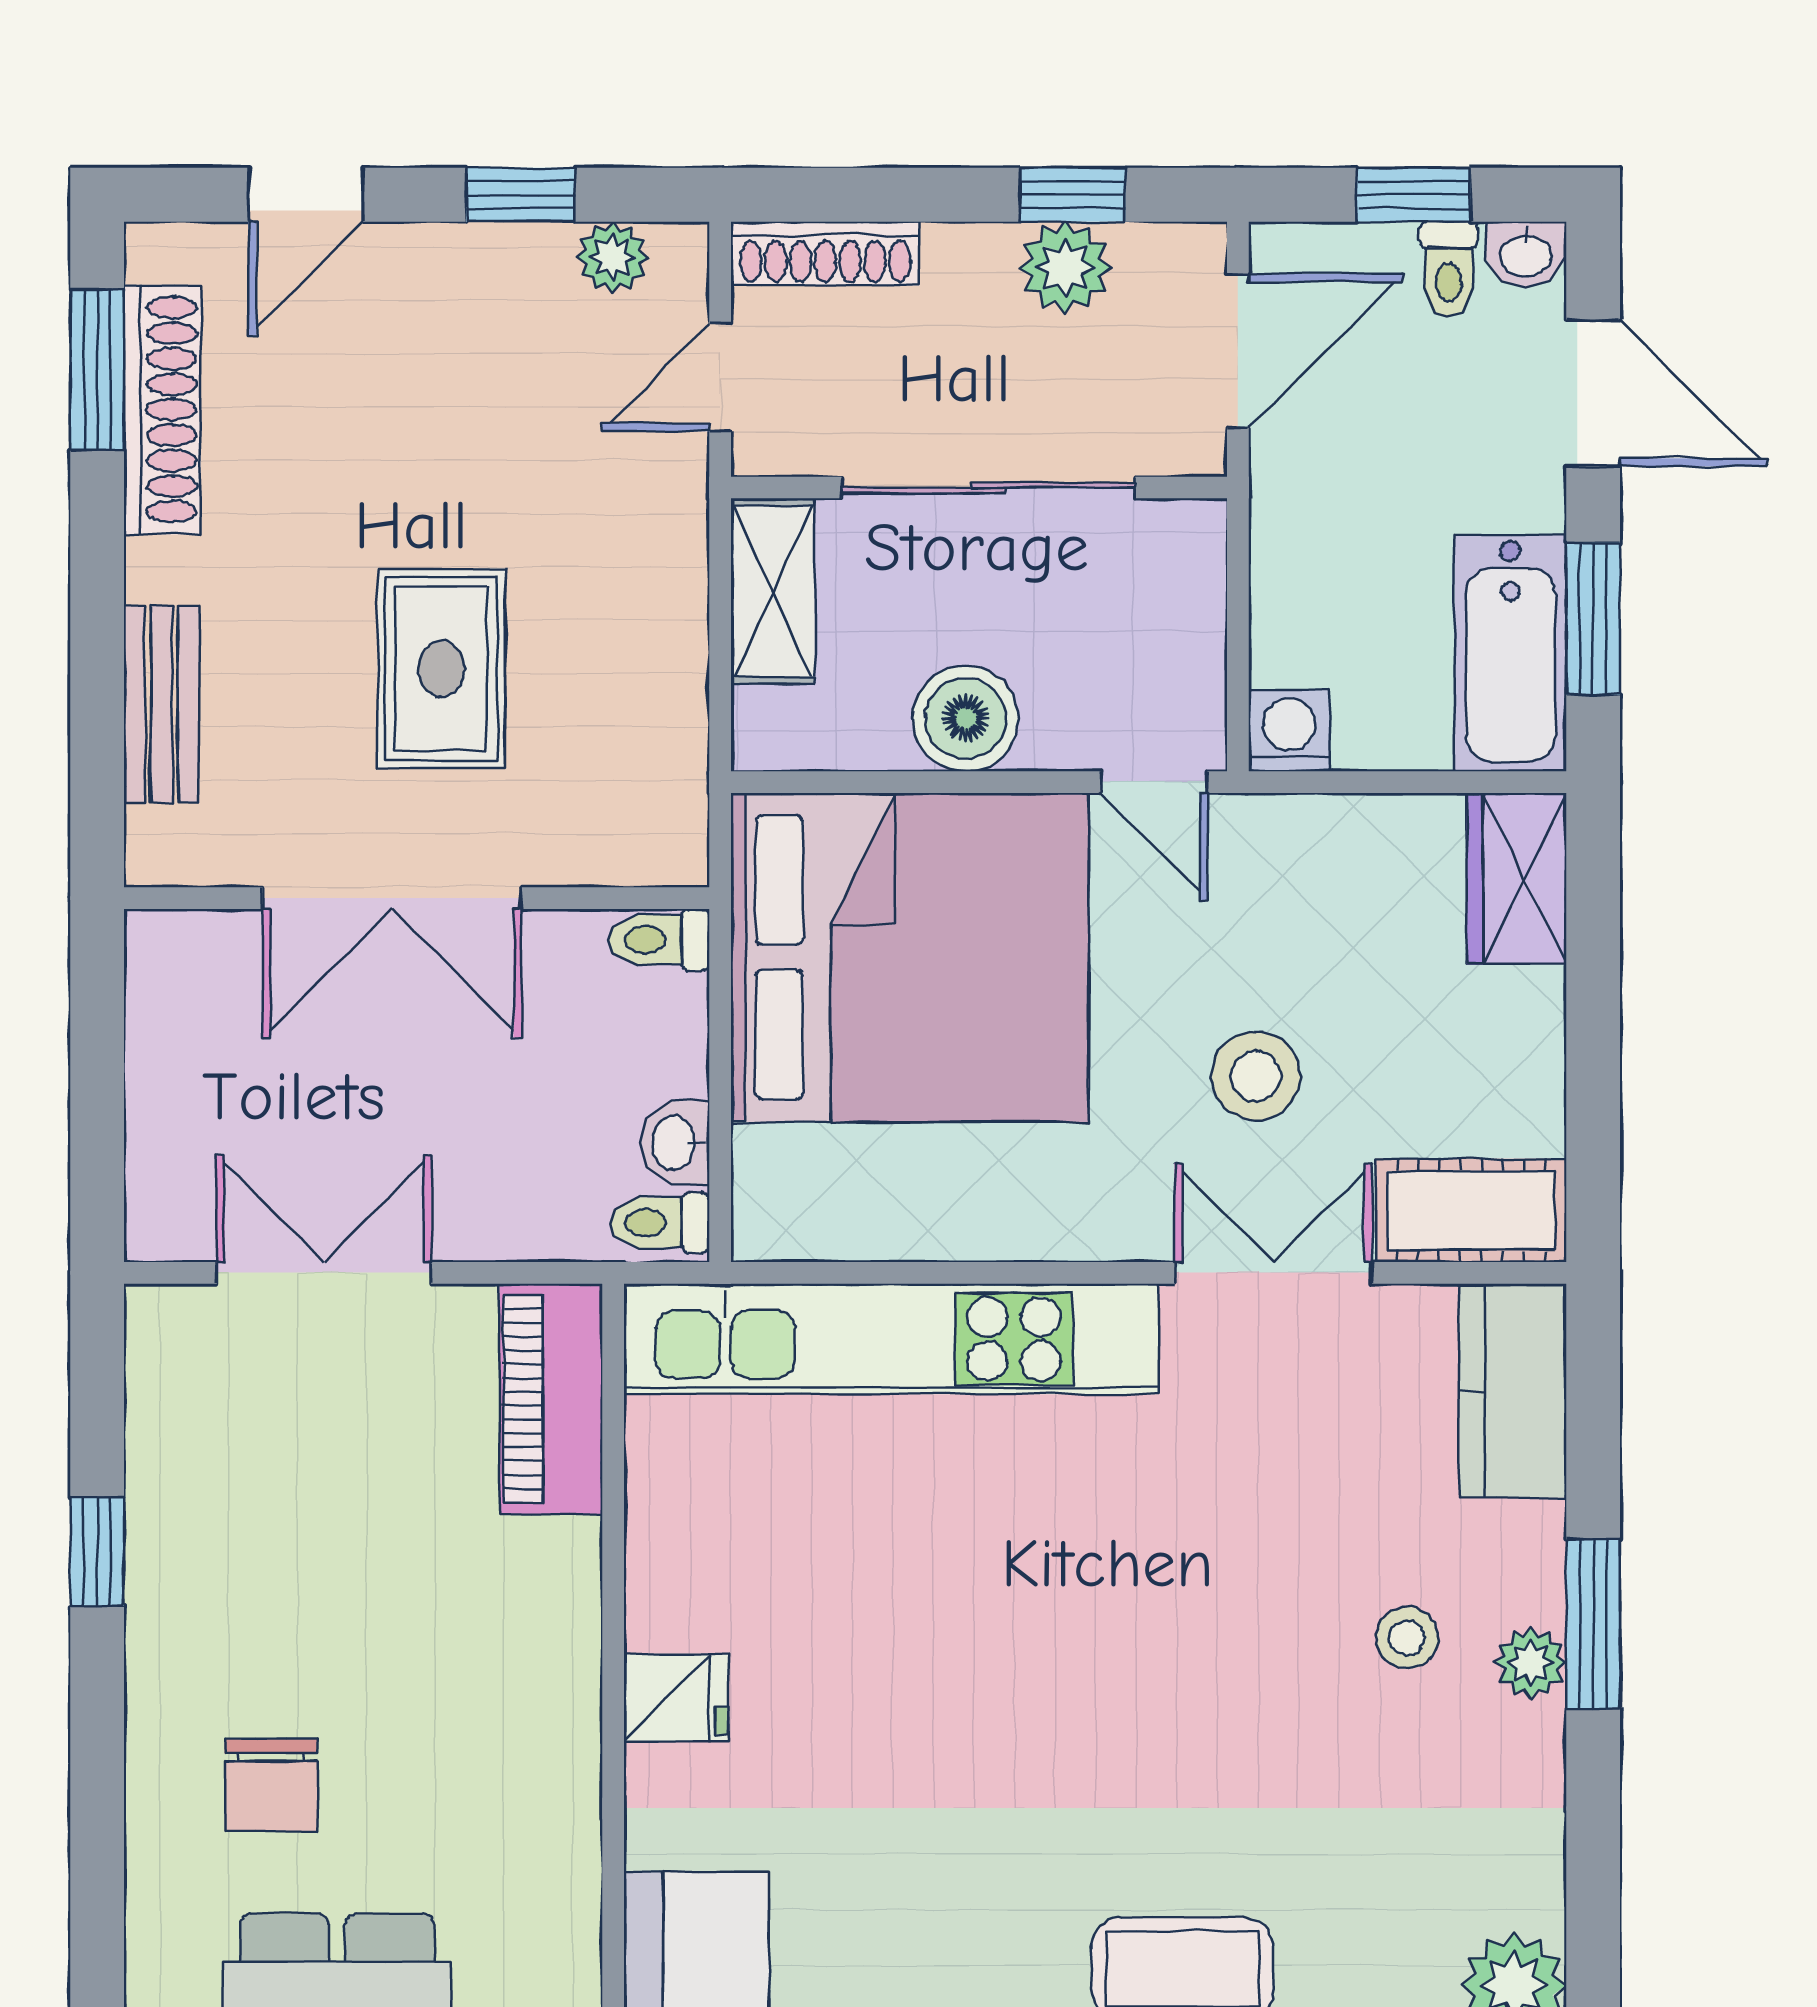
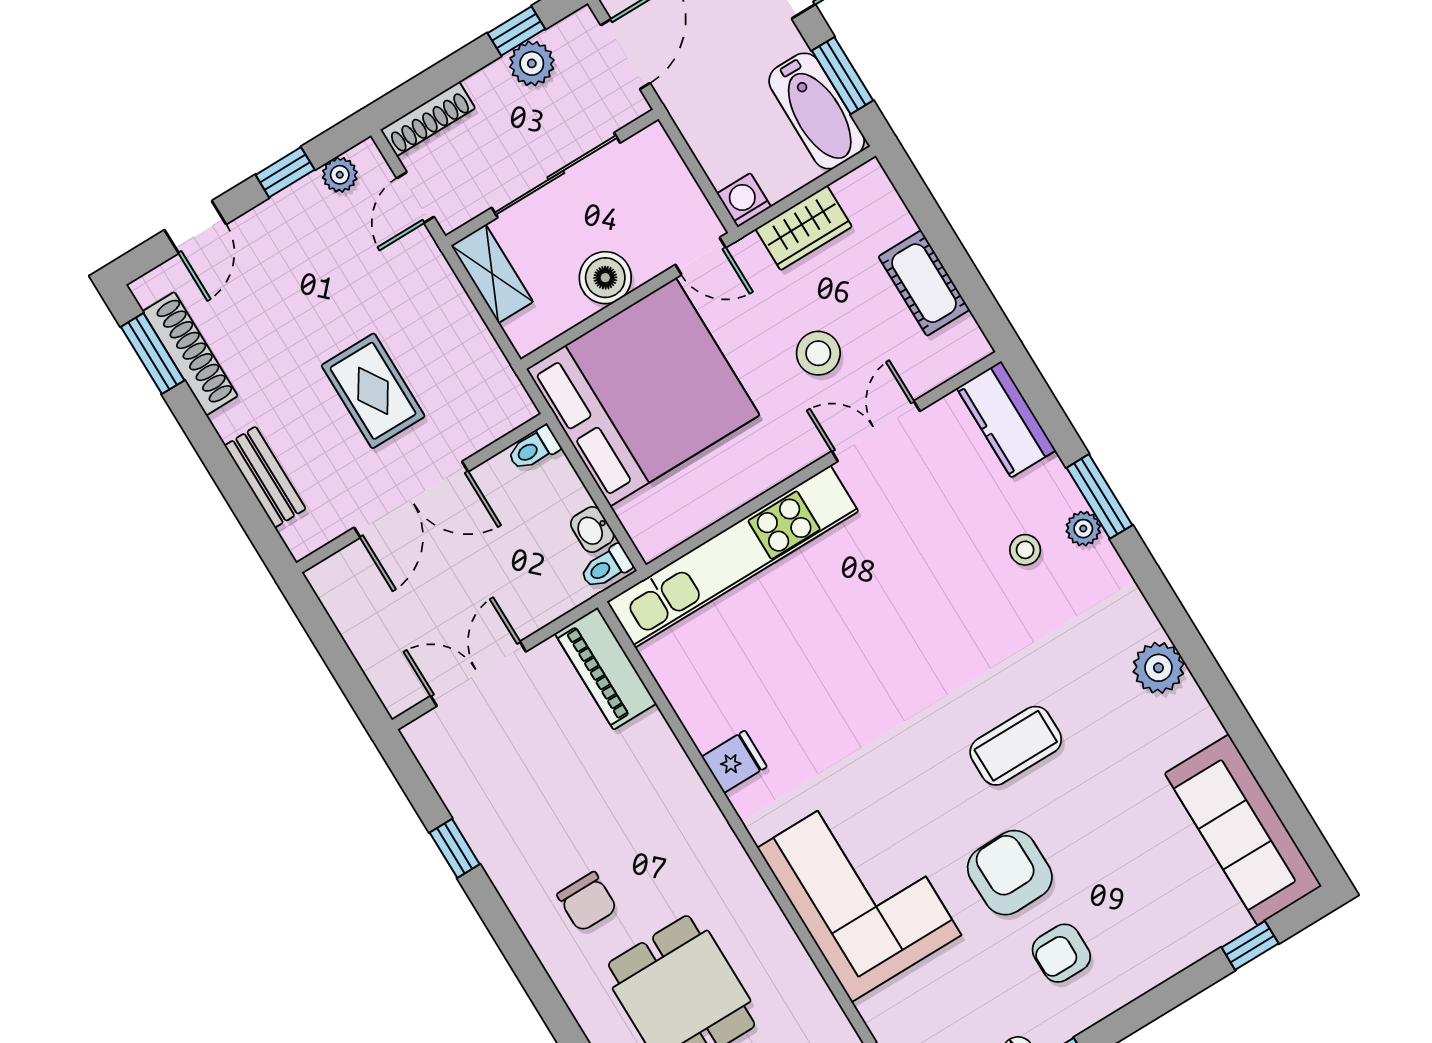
wardrobe: (1517, 878) -> (804, 228), moved, turned -90
cot: (1471, 1210) -> (924, 283), moved, turned 90

